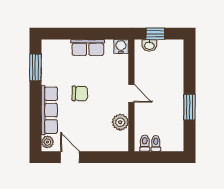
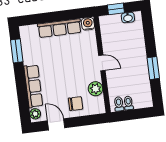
washbasin: (149, 45) -> (128, 18), moved
row of seats: (88, 48) -> (60, 28), width x1.48
chair: (80, 93) -> (76, 104), moved

